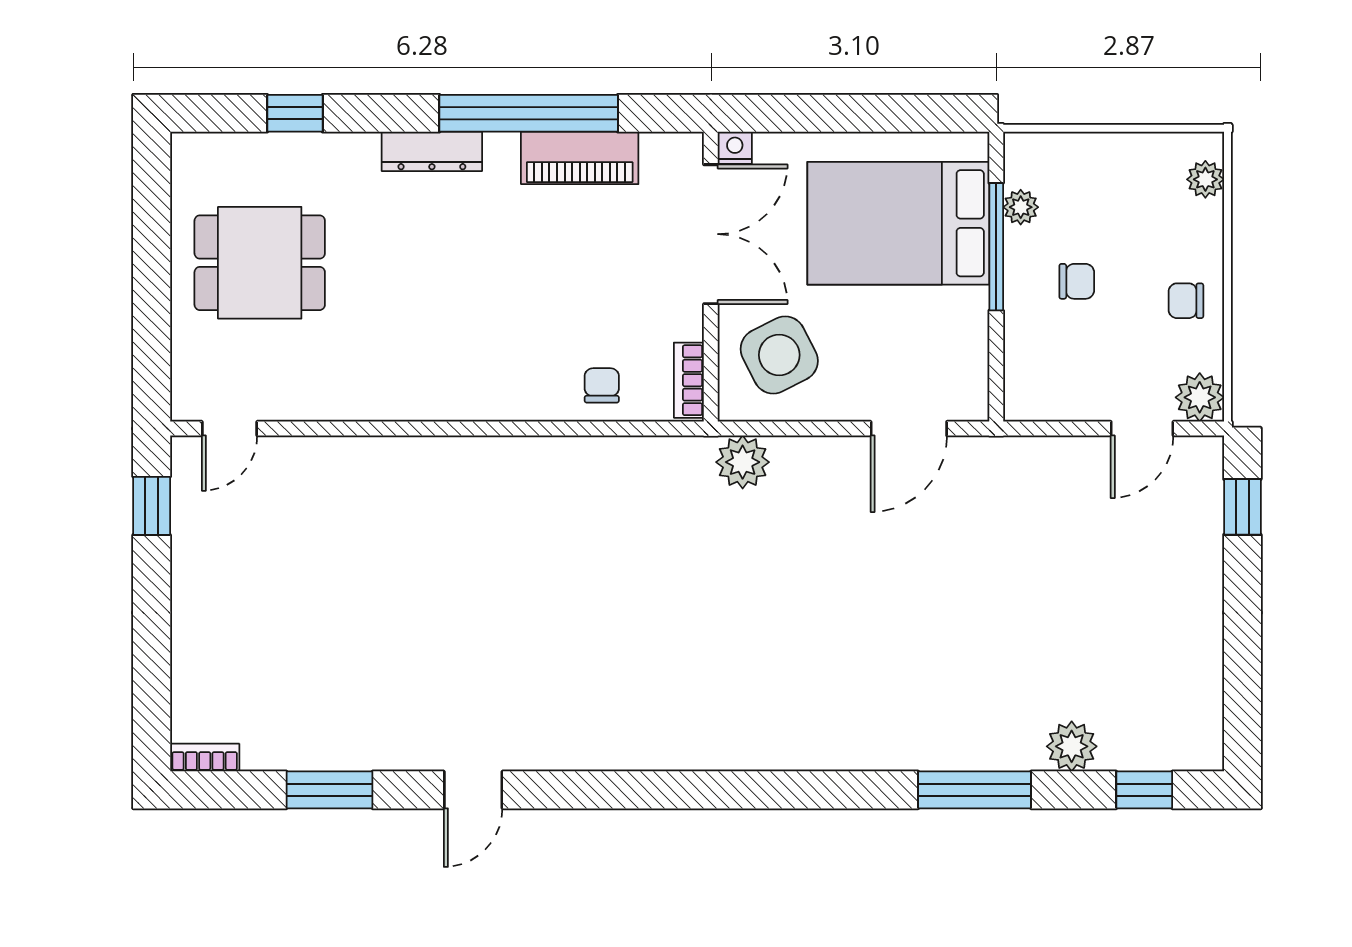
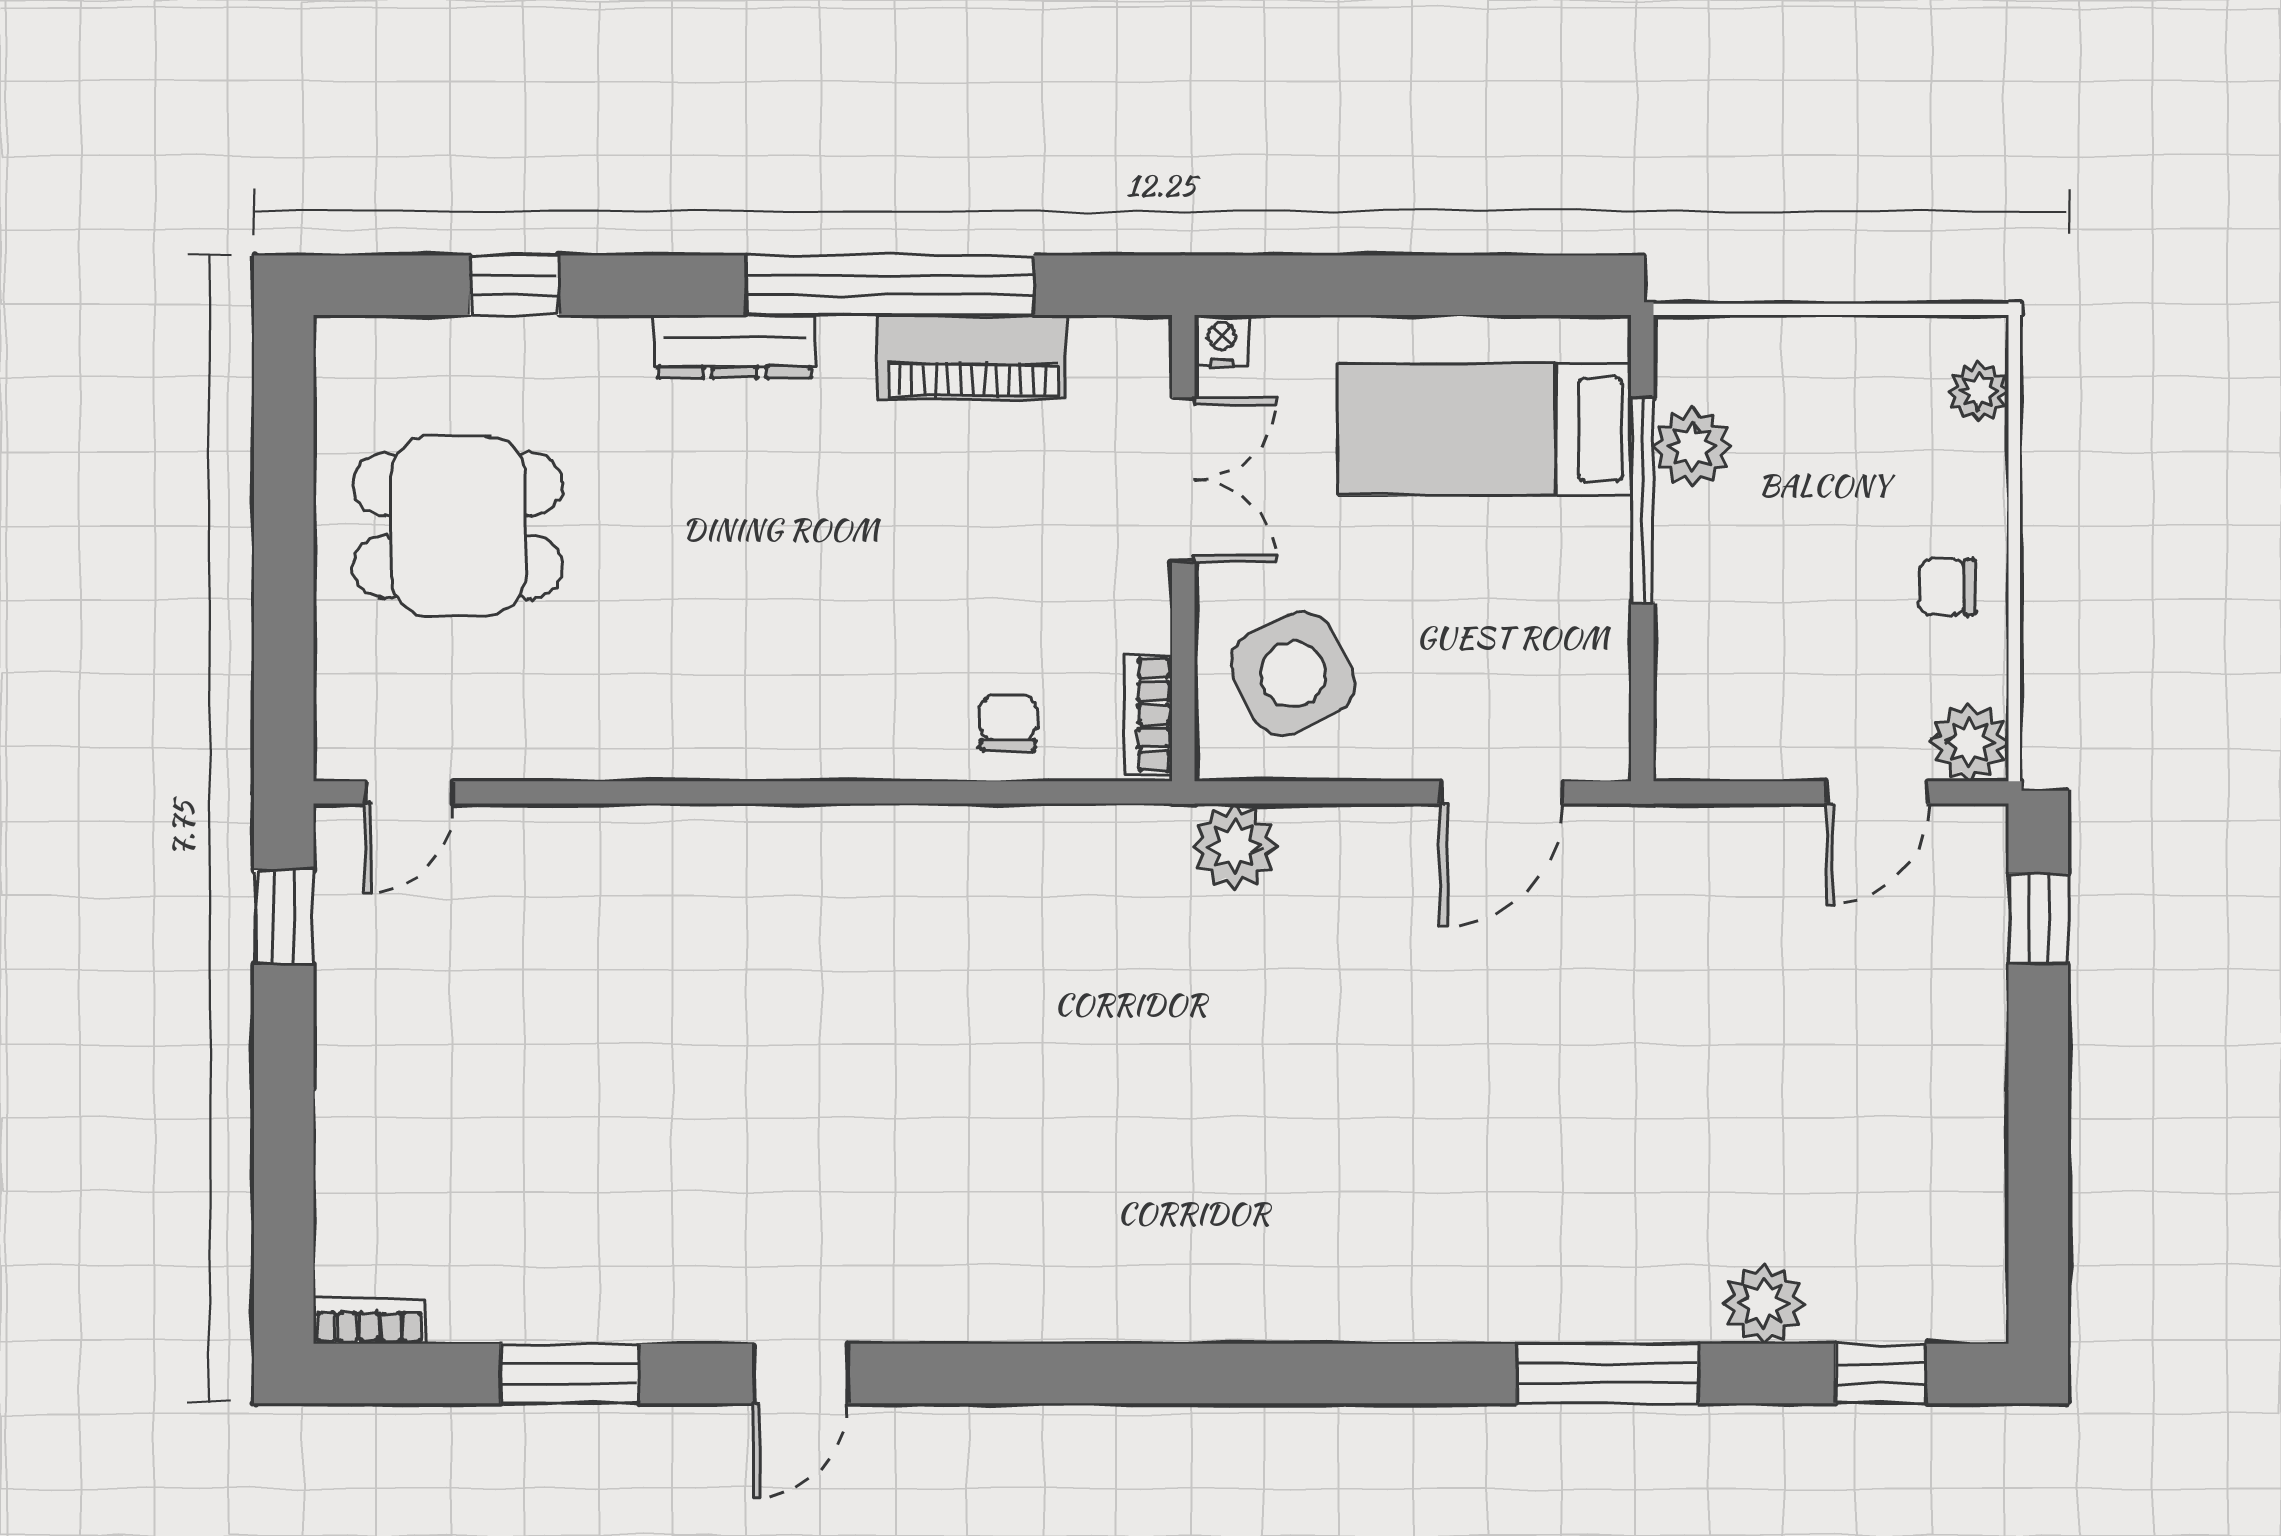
plant: (1021, 207) -> (1692, 447), width x1.38, depth x1.38
bed: (898, 223) -> (1485, 429), width x0.67
double door: (711, 234) -> (1183, 480), width x0.73
chair: (1077, 281) -> (1772, 556), removed

